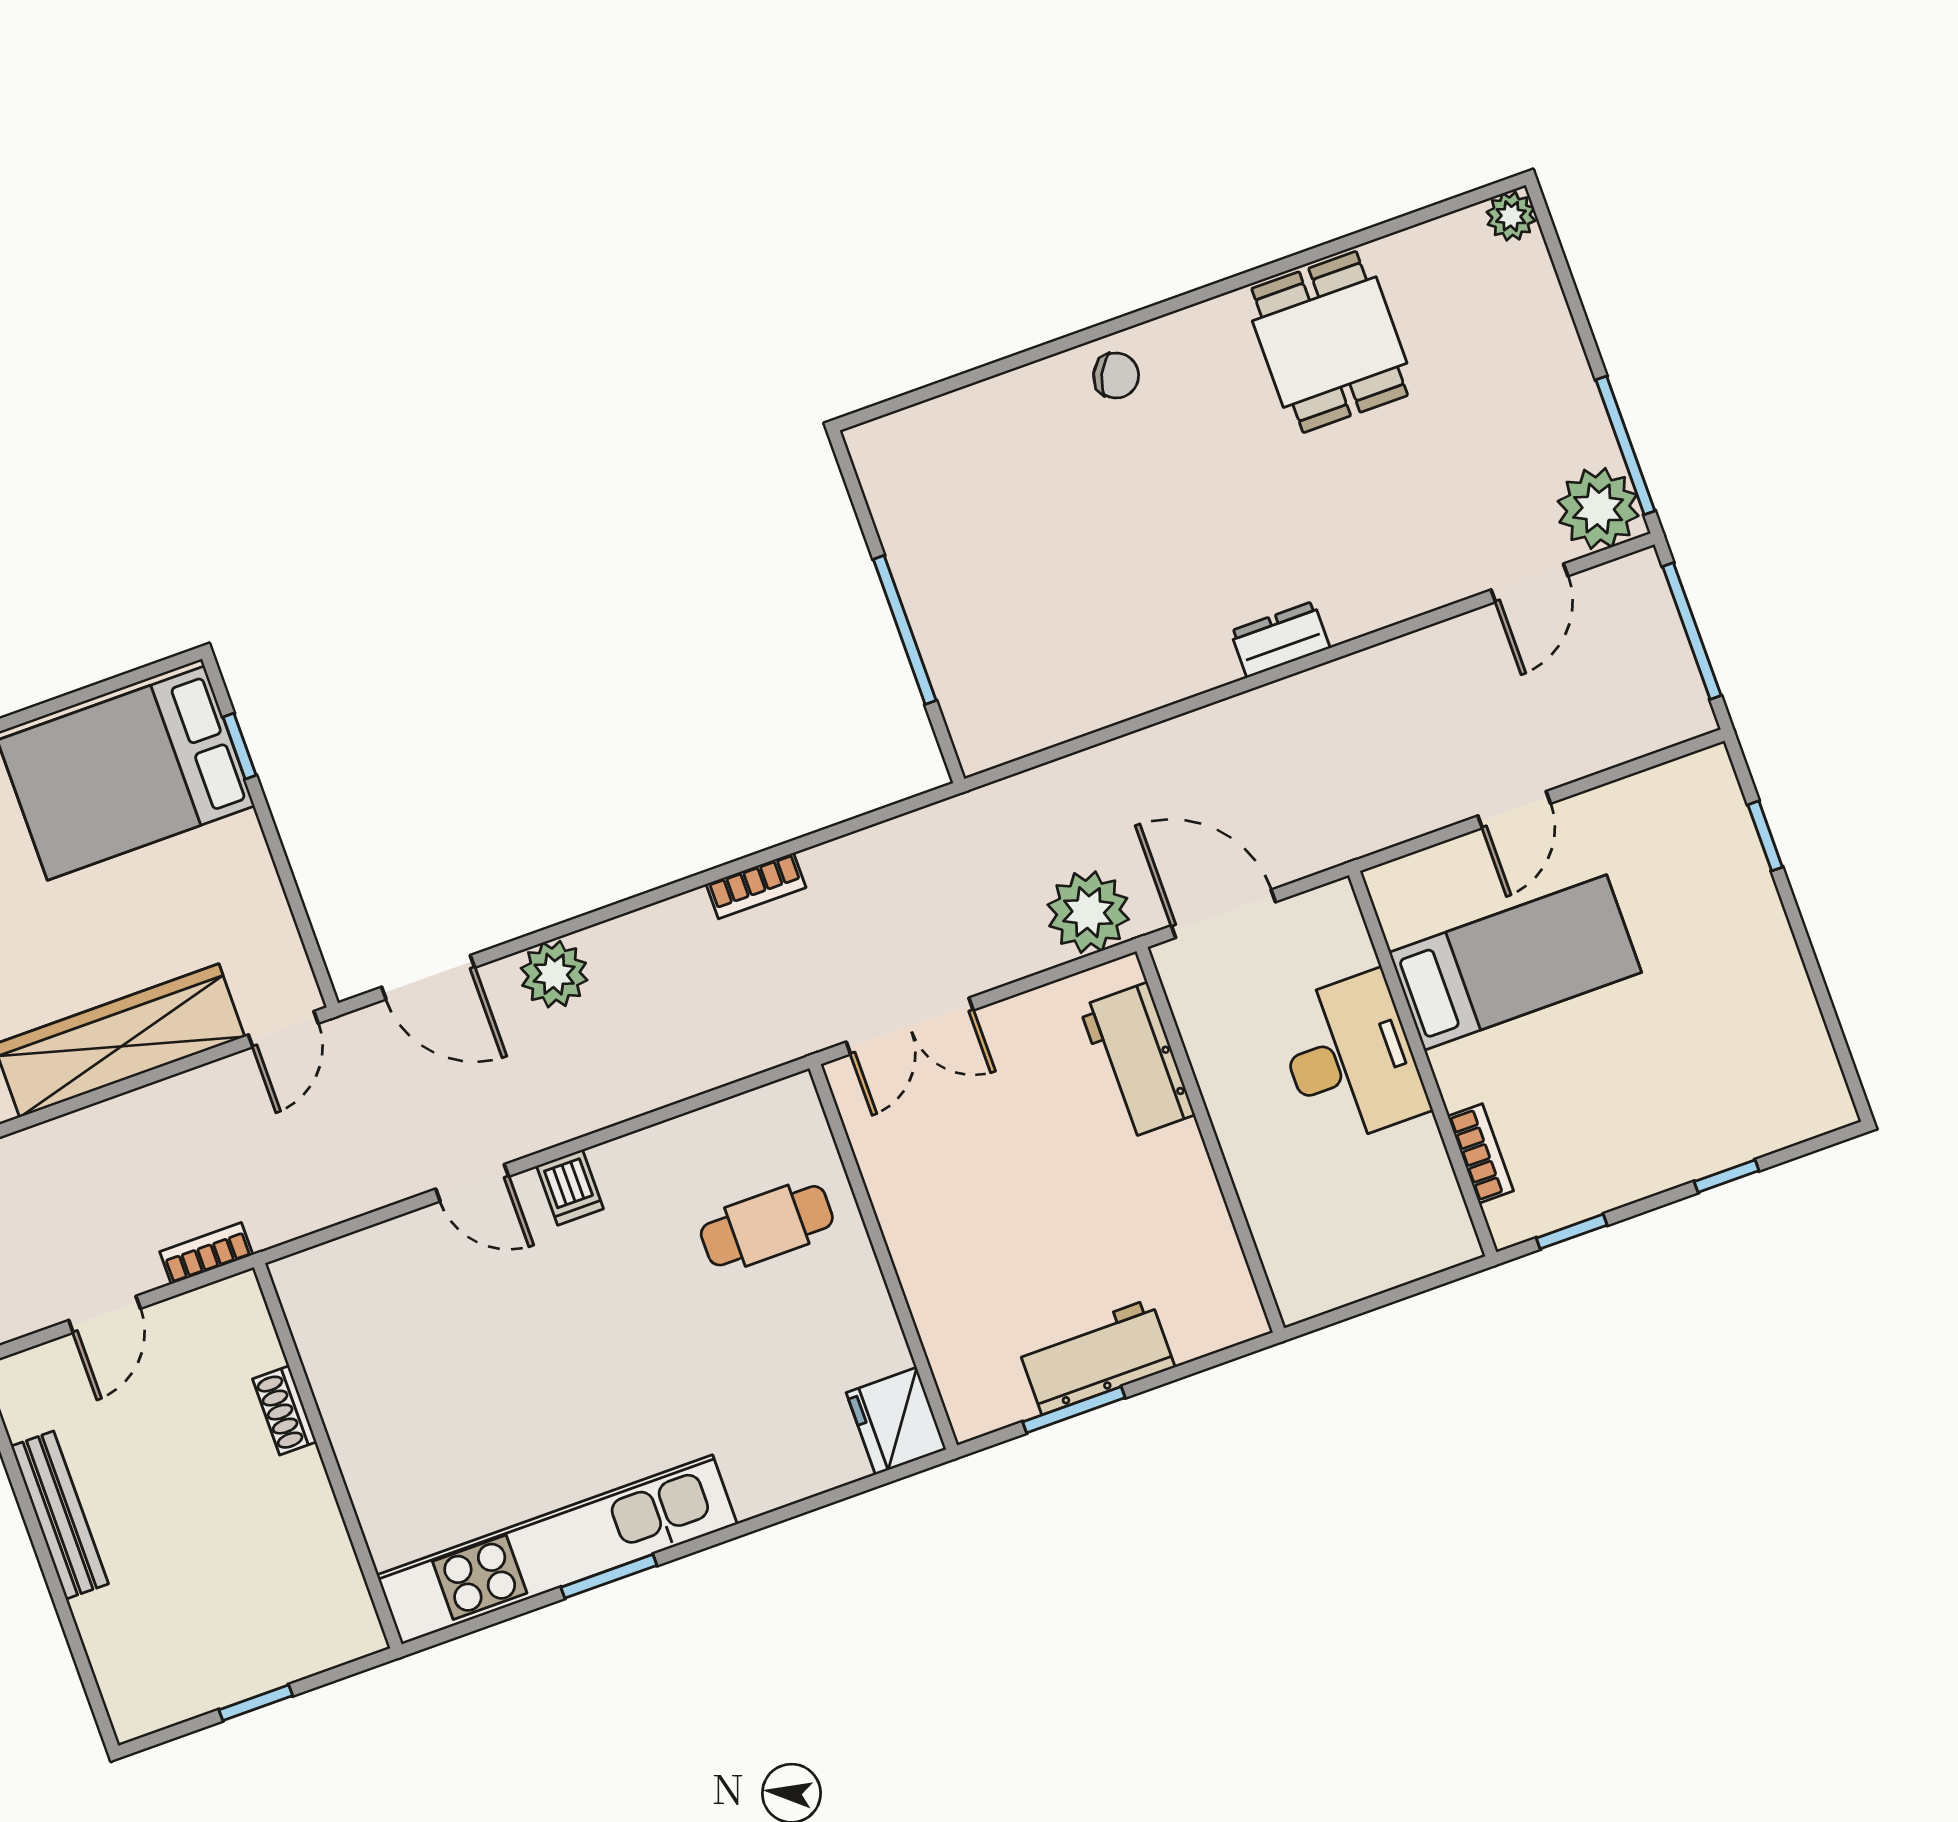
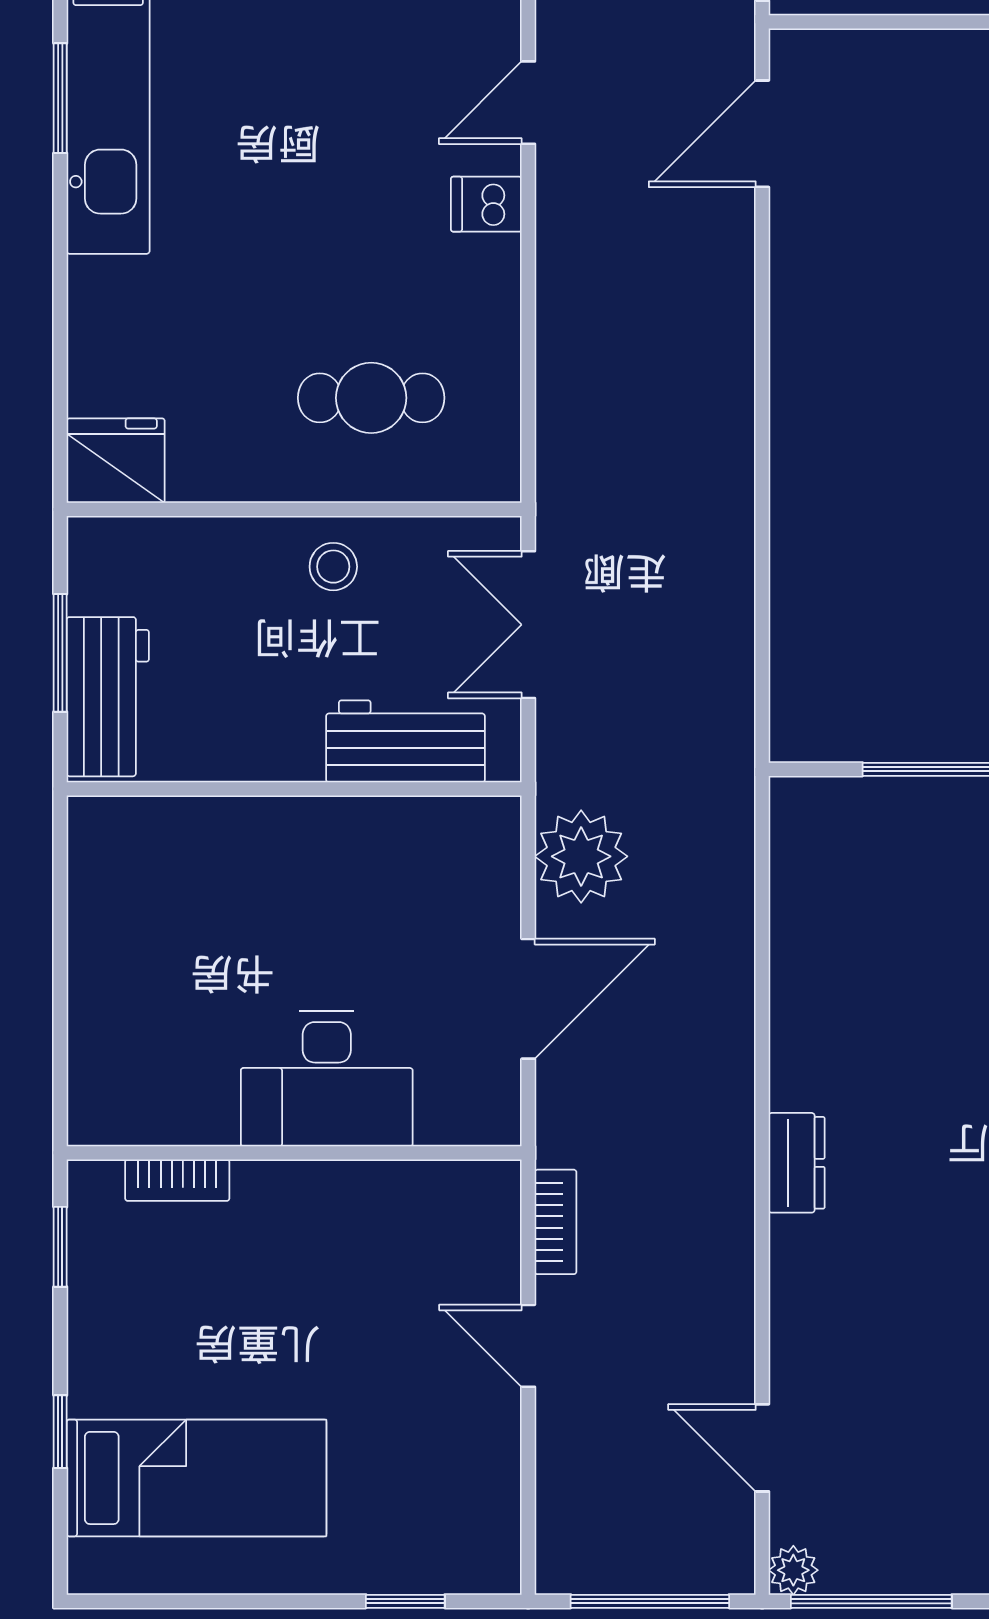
plant: (1598, 509) -> (793, 1570), width x0.53, depth x0.53
bookcase: (756, 886) -> (556, 1222), moved, turned 180
bed: (1515, 962) -> (197, 1478), moved, turned -90
plant: (554, 974) -> (718, 268), removed
workbench: (1137, 1061) -> (405, 741), moved
wall: (1210, 1140) -> (294, 789), moved
stool: (920, 1207) -> (333, 567), added
cafe table: (767, 1226) -> (371, 398), turned 90

